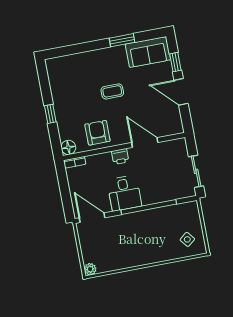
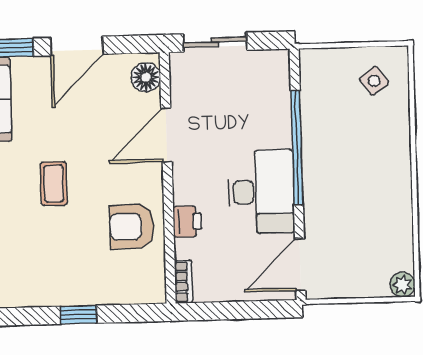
floor lamp: (68, 147) -> (146, 77), moved
printer: (120, 156) -> (187, 221), moved
sliding door: (196, 171) -> (215, 42), moved
desk: (124, 193) -> (261, 192), width x1.37

